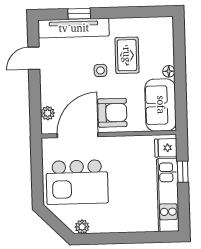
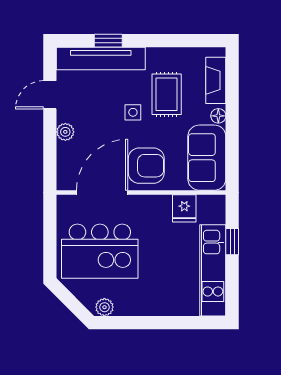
fireplace: (166, 43) -> (216, 80), added
plant: (48, 113) -> (65, 132), moved
fridge: (166, 148) -> (184, 208), moved, turned -90

